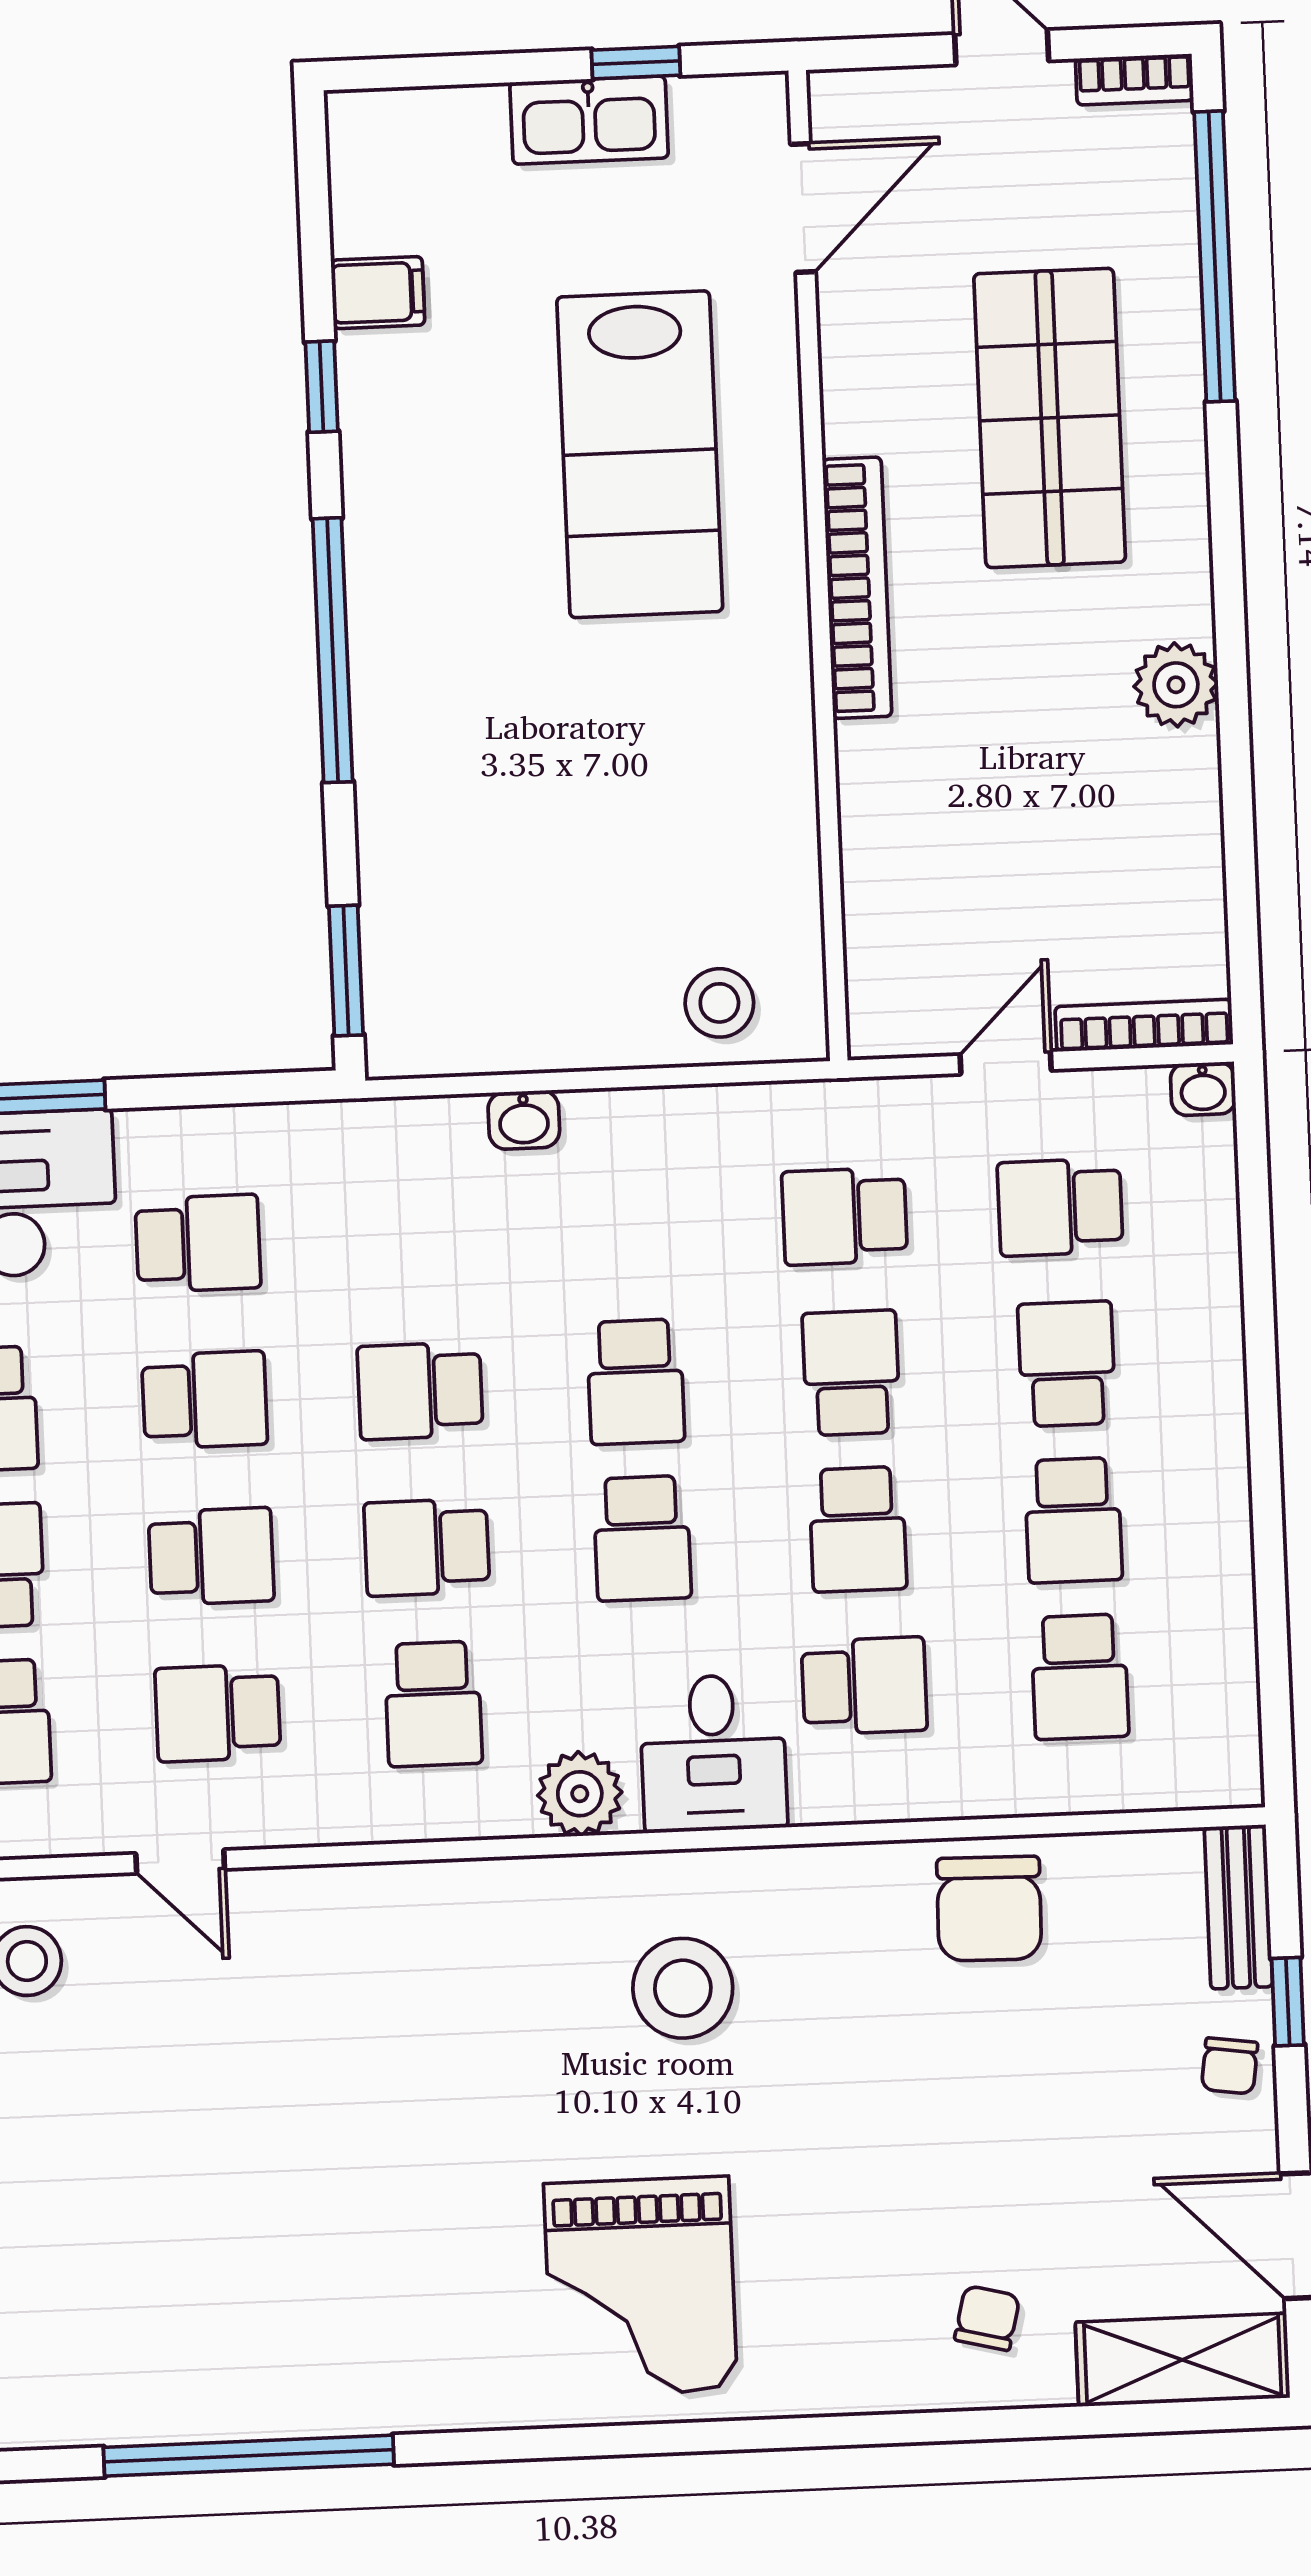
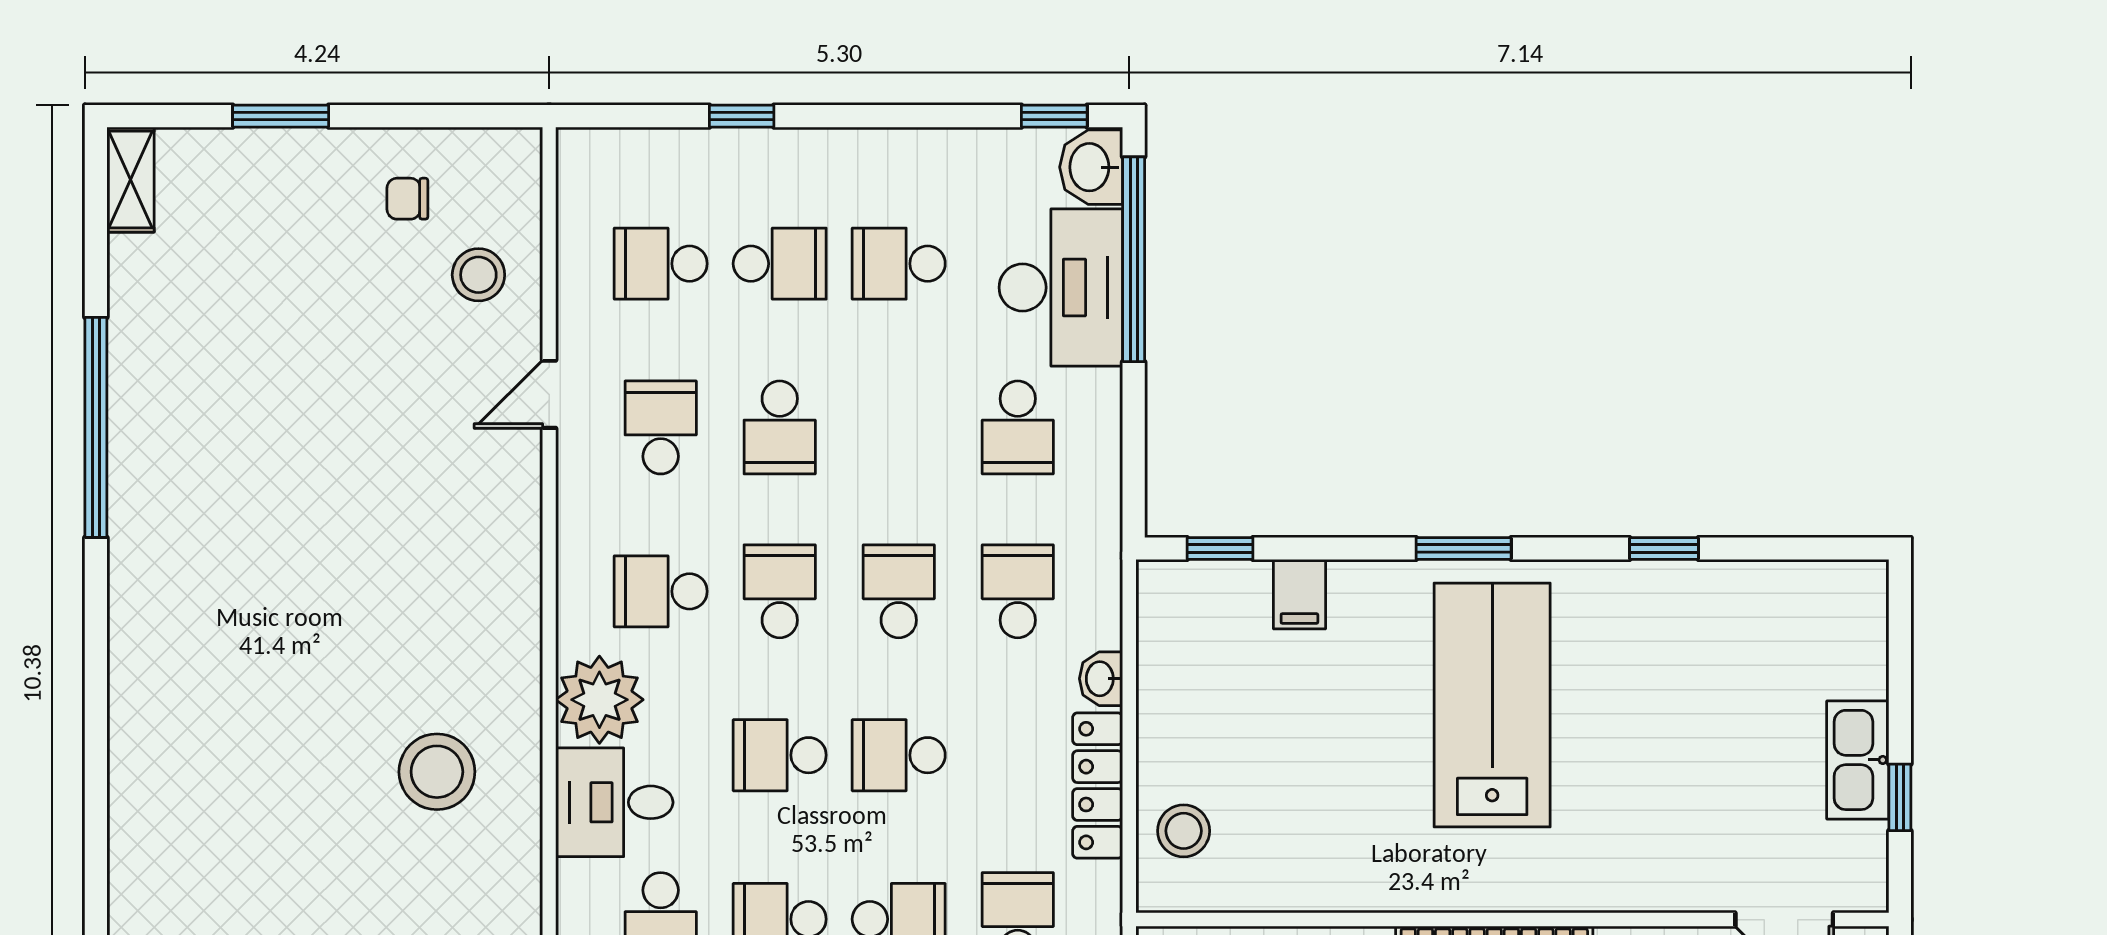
filing cabinet: (378, 293) -> (1299, 594), moved
lab bench: (640, 454) -> (1492, 705), moved, turned 90
window: (333, 650) -> (1464, 548), width x0.47
window: (346, 971) -> (1220, 548), width x0.67
locker: (665, 1118) -> (1098, 786), added
school desk: (205, 1400) -> (1018, 591), moved, turned 180
plant: (580, 1794) -> (599, 700), width x1.36, depth x1.36
grand piano: (640, 2287) -> (212, 730), removed

